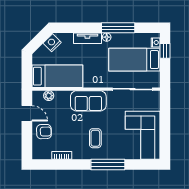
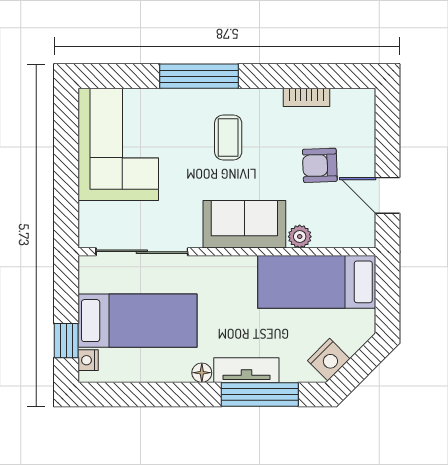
window: (118, 28) -> (260, 395), moved
plant: (49, 96) -> (300, 237), moved
armchair: (44, 132) -> (320, 165), moved

